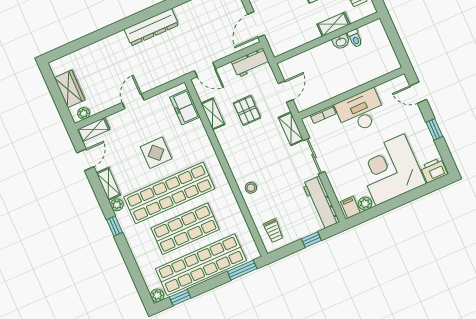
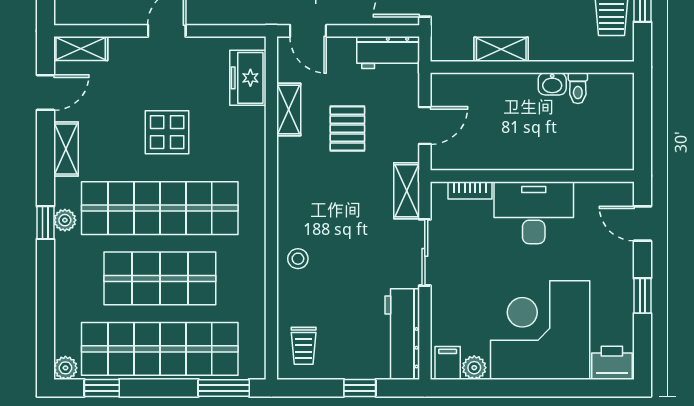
shelving: (333, 24) -> (501, 49), moved
plant: (84, 113) -> (77, 15), removed
plant: (117, 205) -> (65, 220), moved

